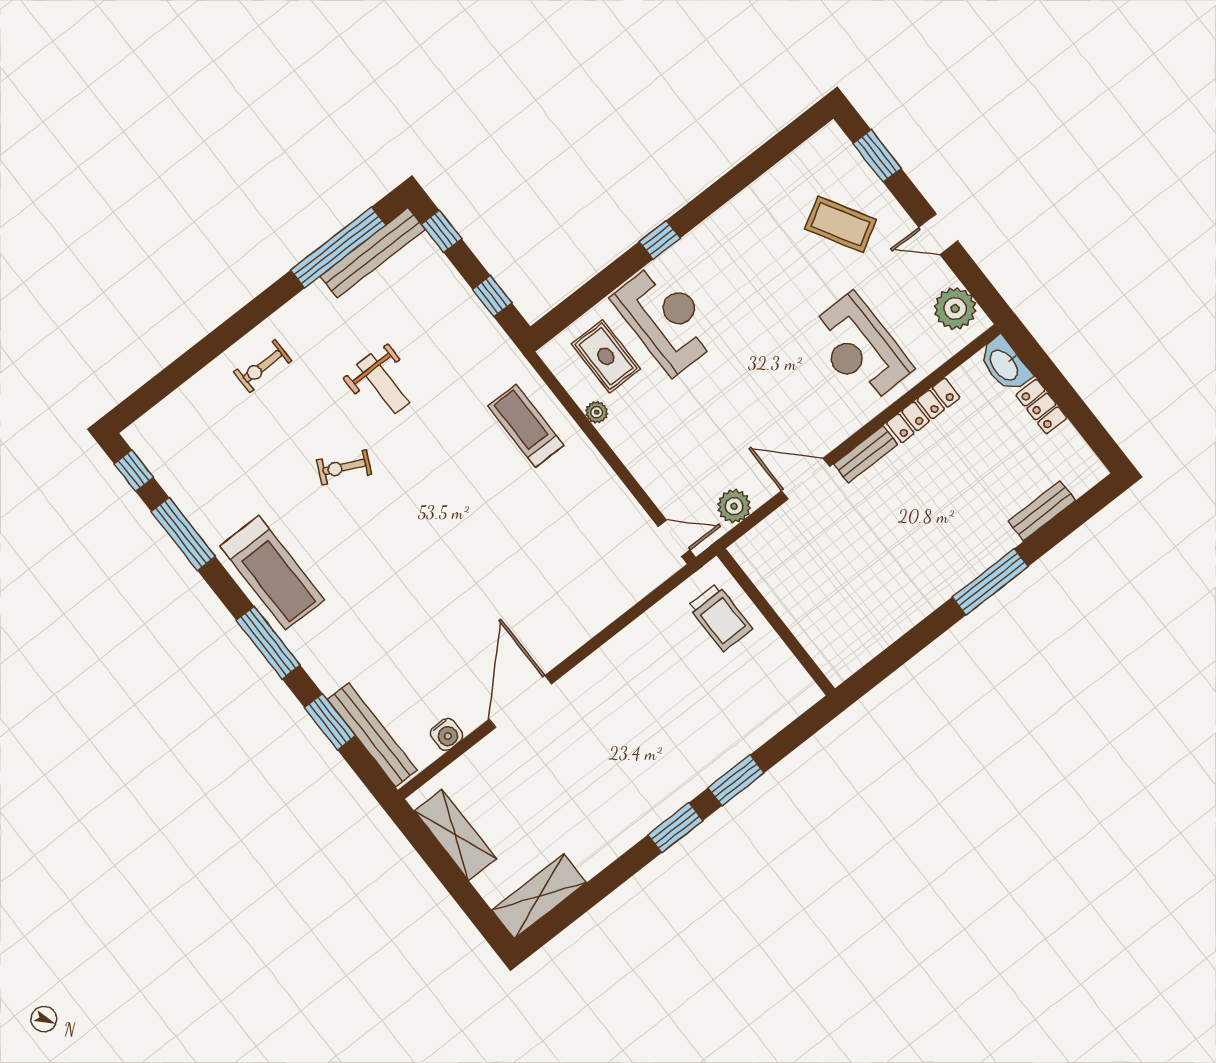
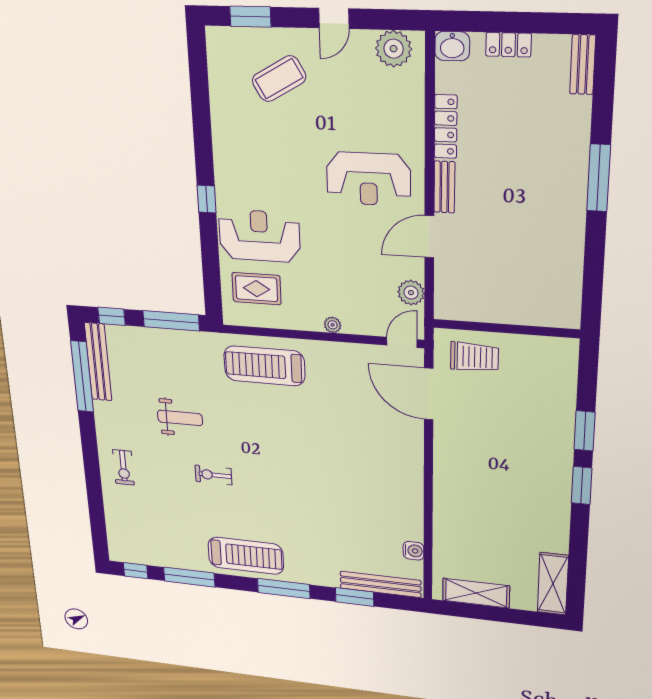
window: (492, 296) -> (171, 321), width x2.17
reception desk: (860, 348) -> (368, 179), moved
washbasin: (1005, 365) -> (452, 46), width x0.72
plant: (597, 412) -> (333, 325), moved
treadmill: (526, 426) -> (264, 366), width x1.37, depth x1.37
exercise bike: (344, 467) -> (213, 475), turned 64
bench: (1042, 511) -> (583, 65), moved
door: (520, 702) -> (429, 394), moved

